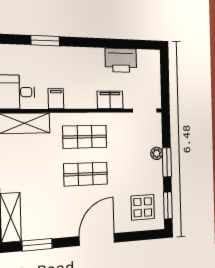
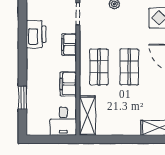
filing cabinet: (56, 99) -> (68, 84), width x2.00

